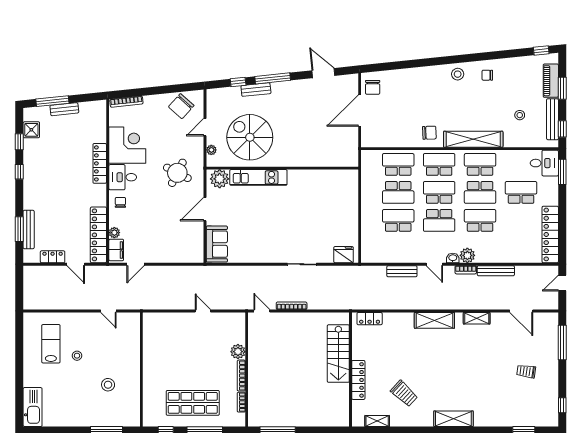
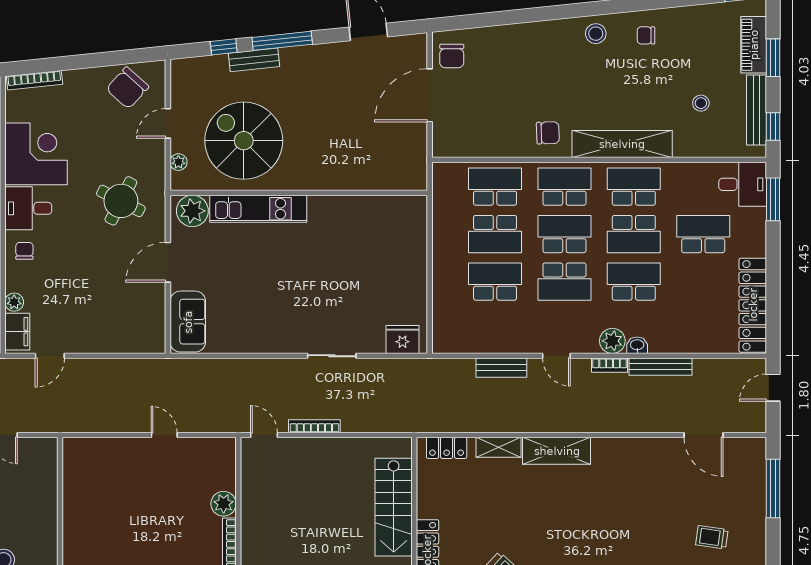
washbasin: (453, 258) -> (637, 345), moved
shelving: (477, 318) -> (499, 447), moved

